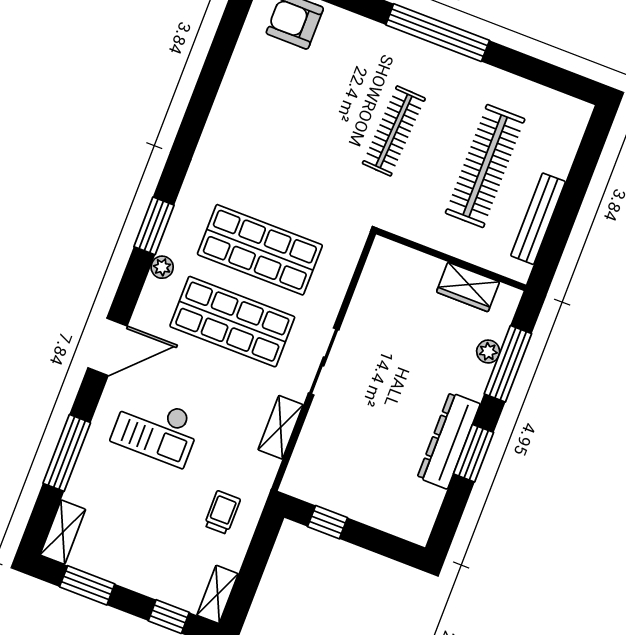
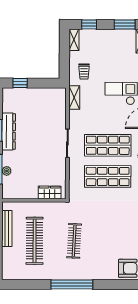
wardrobe: (468, 287) -> (50, 193), moved
shelving: (281, 427) -> (74, 98), moved
window: (328, 522) -> (20, 83), moved

